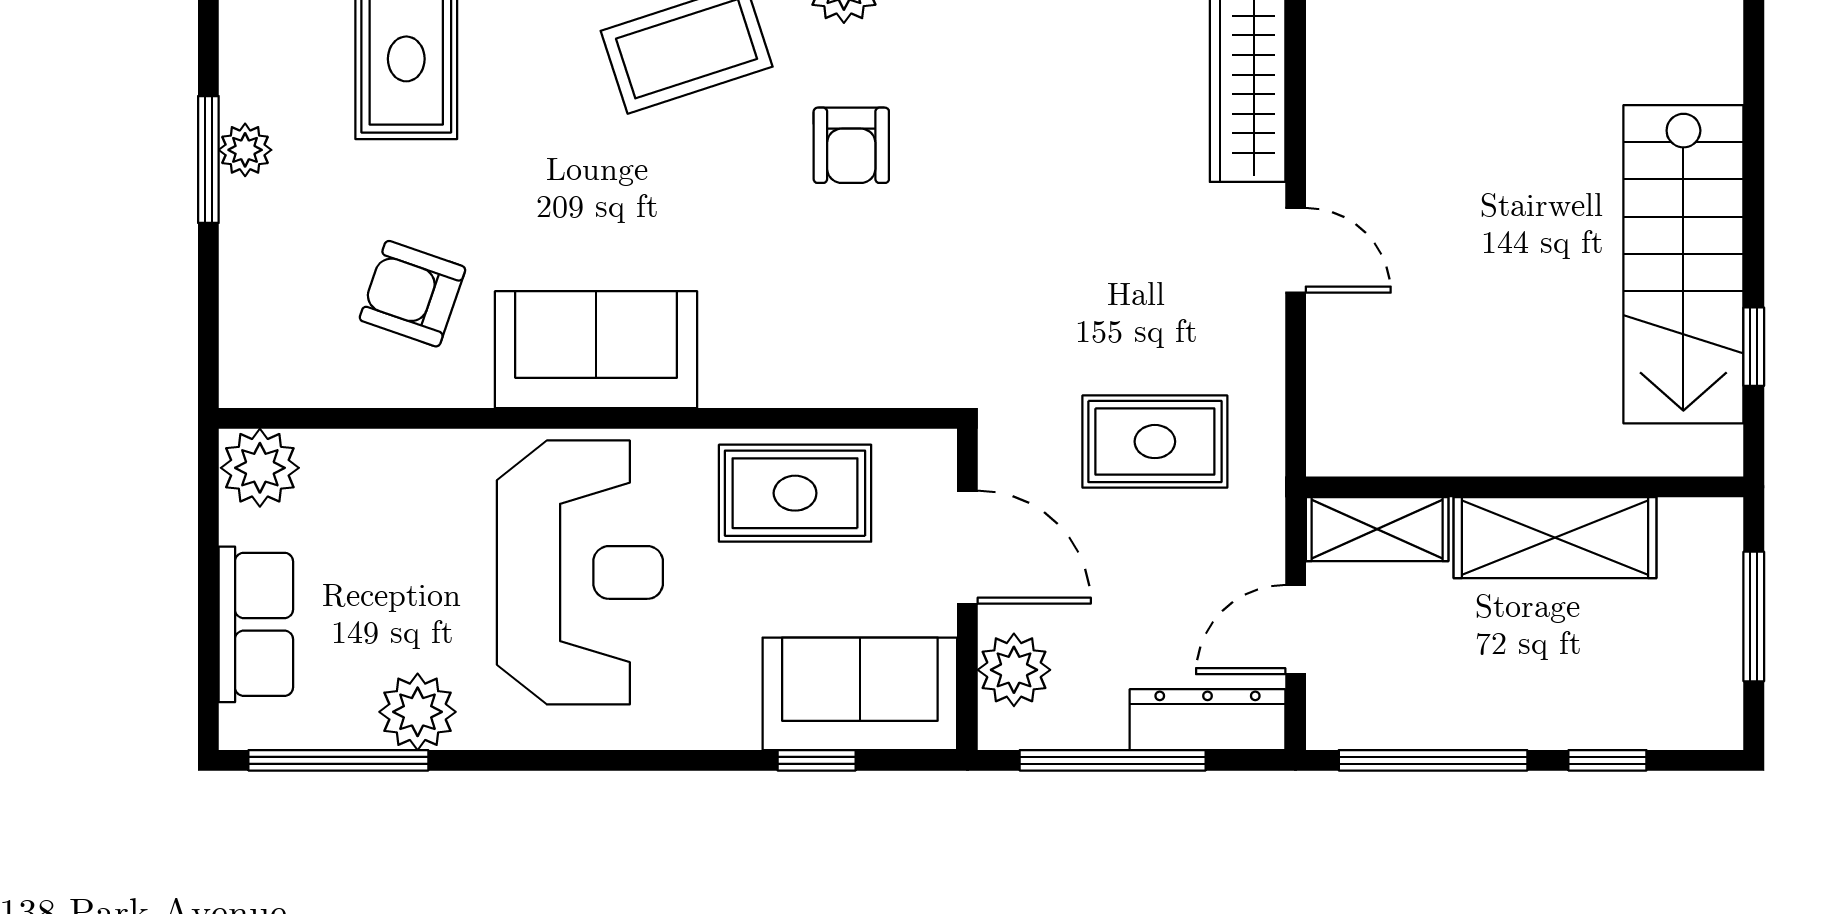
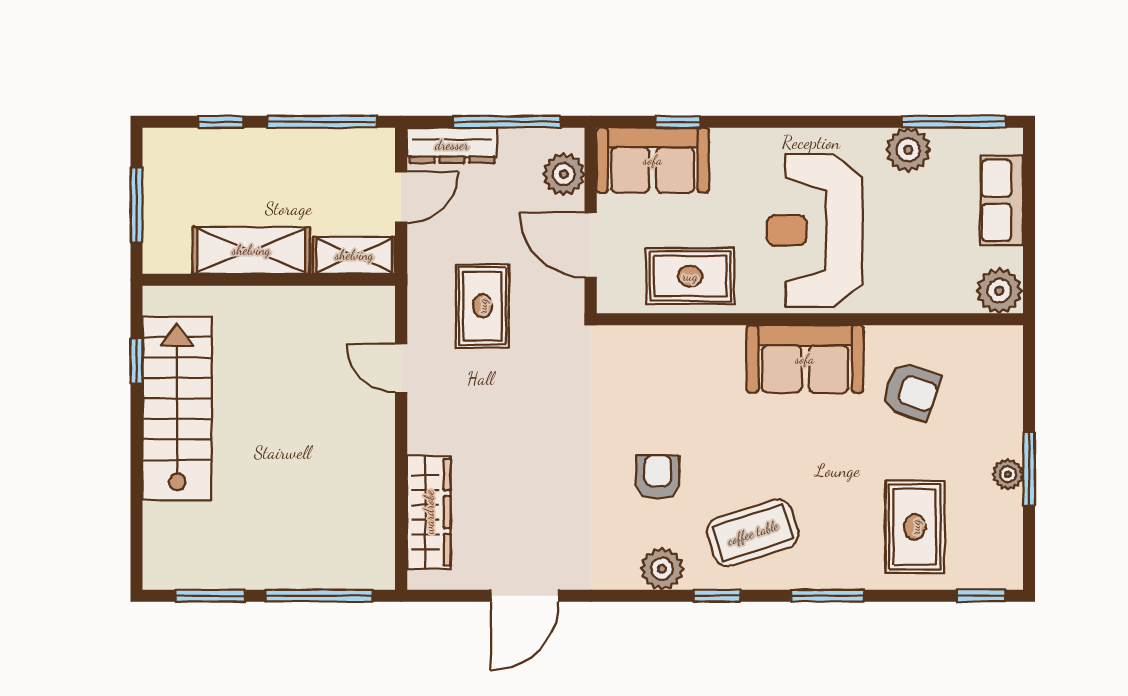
door: (1296, 250) -> (401, 368), moved
rug: (1155, 442) -> (482, 306), turned 90

